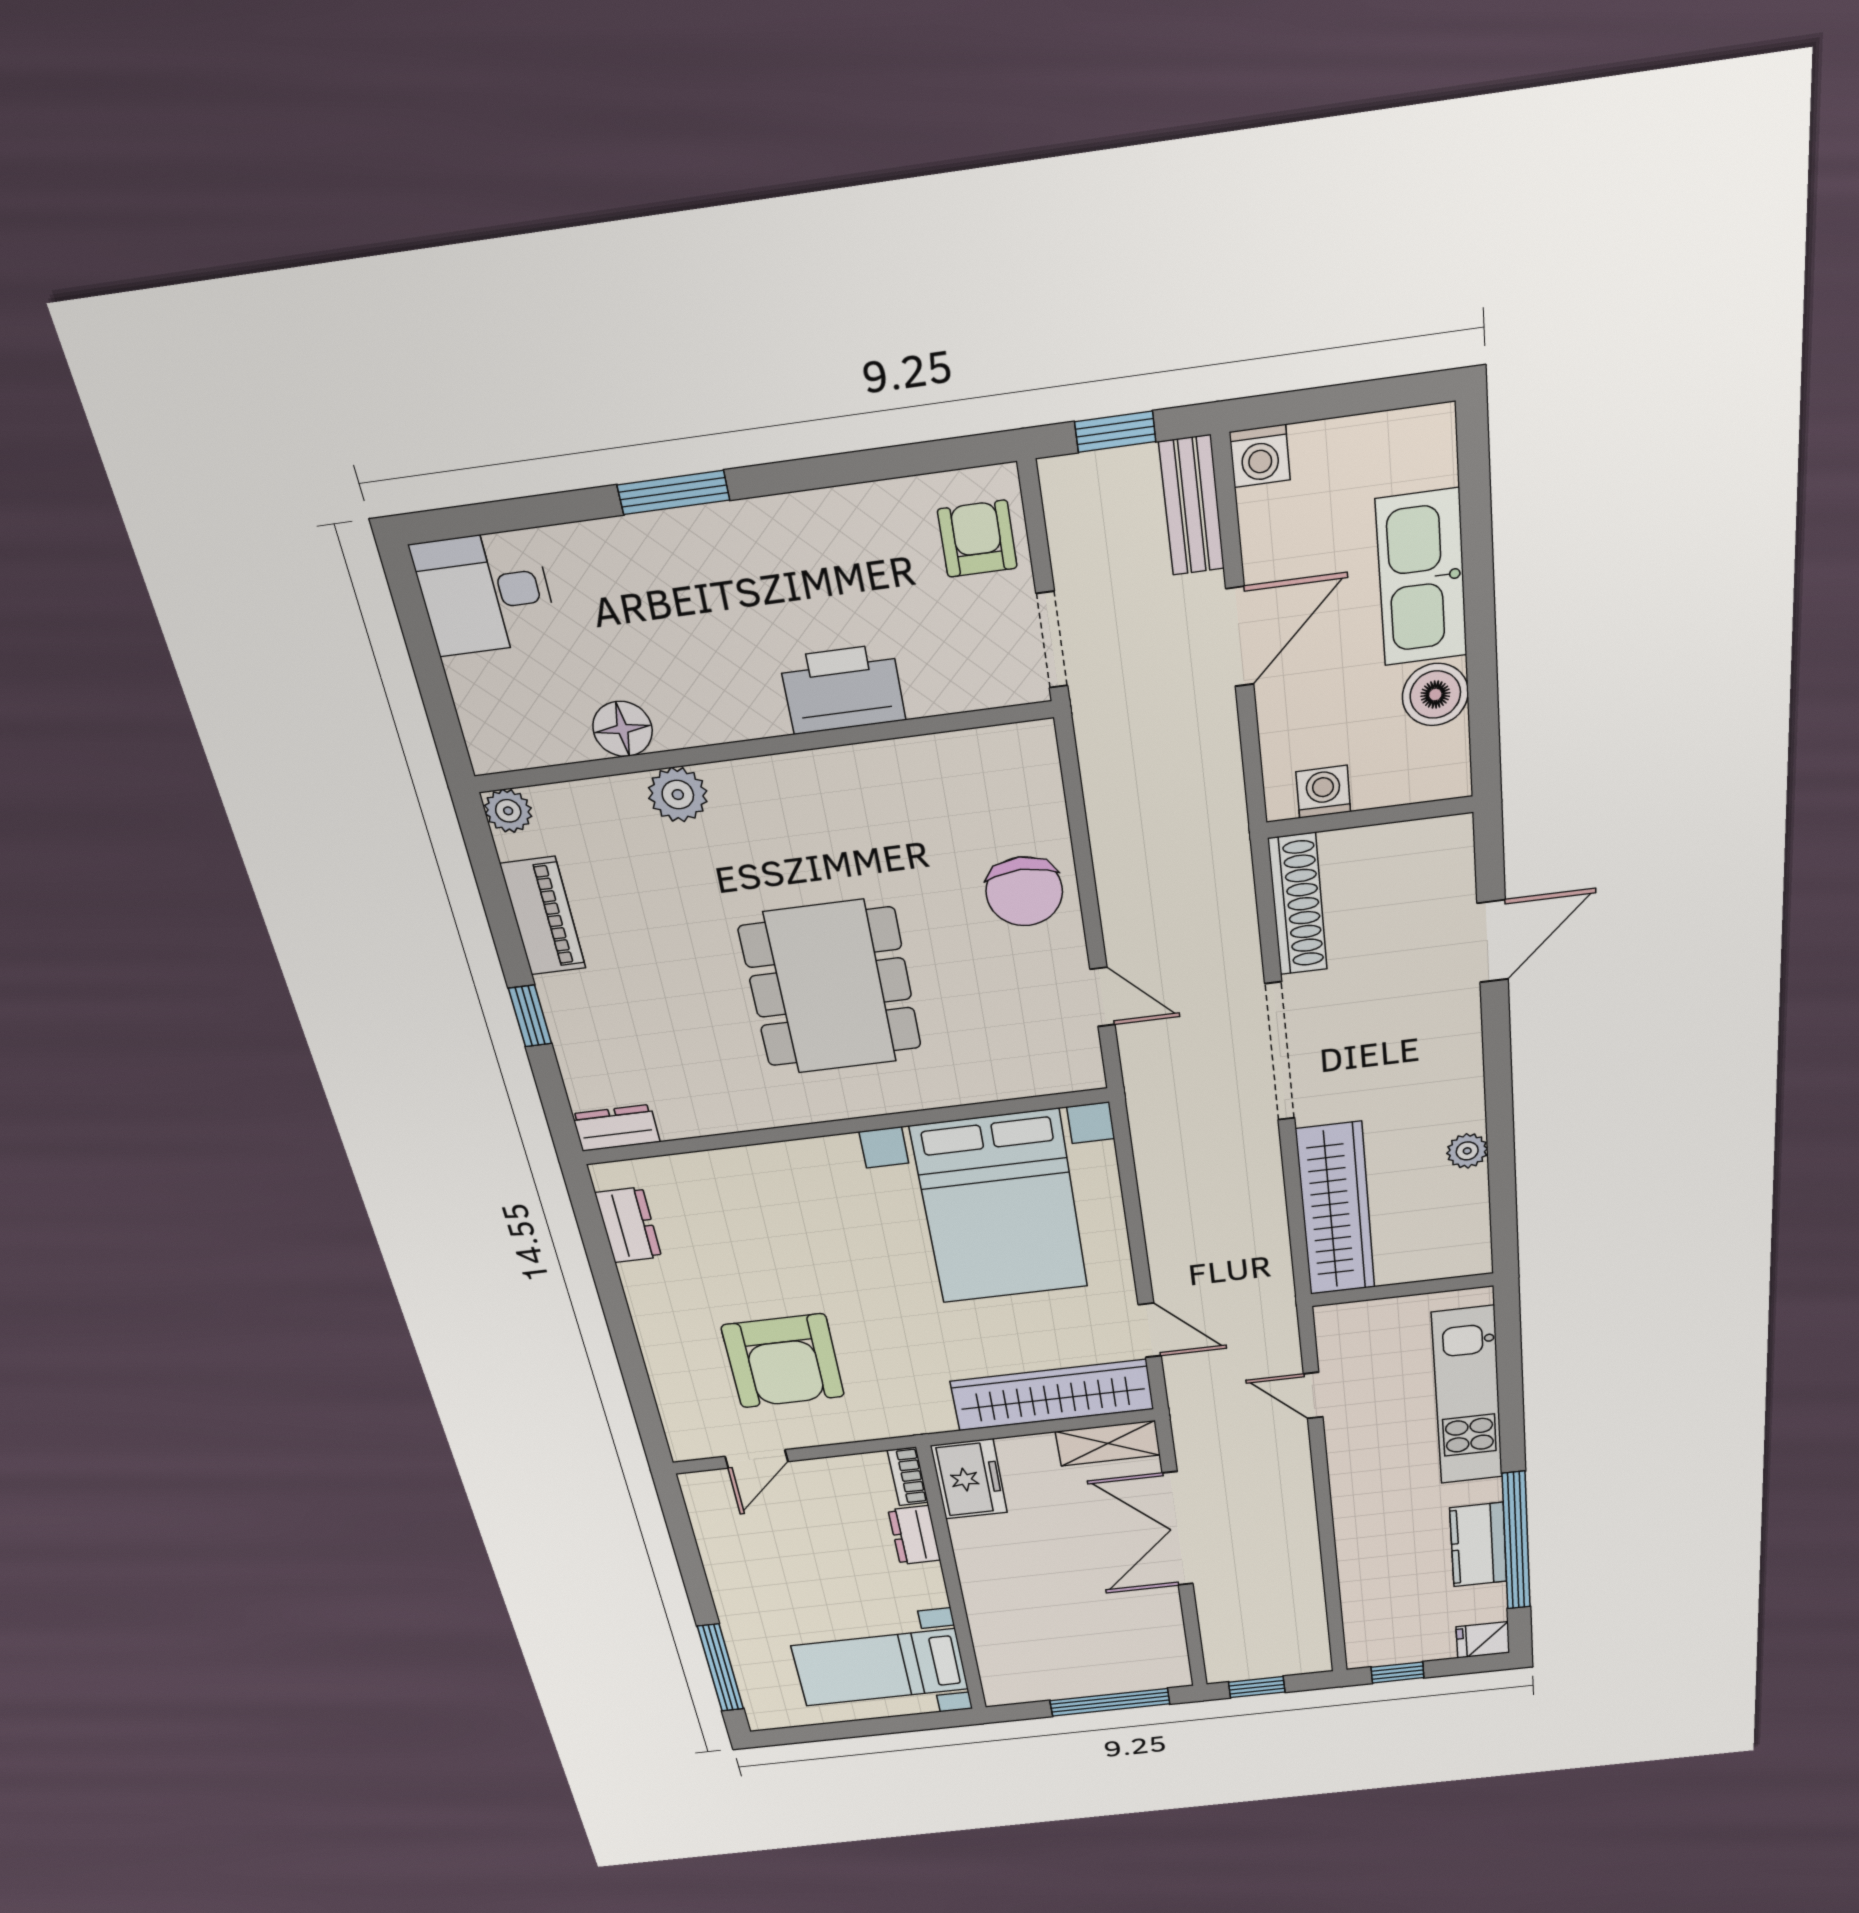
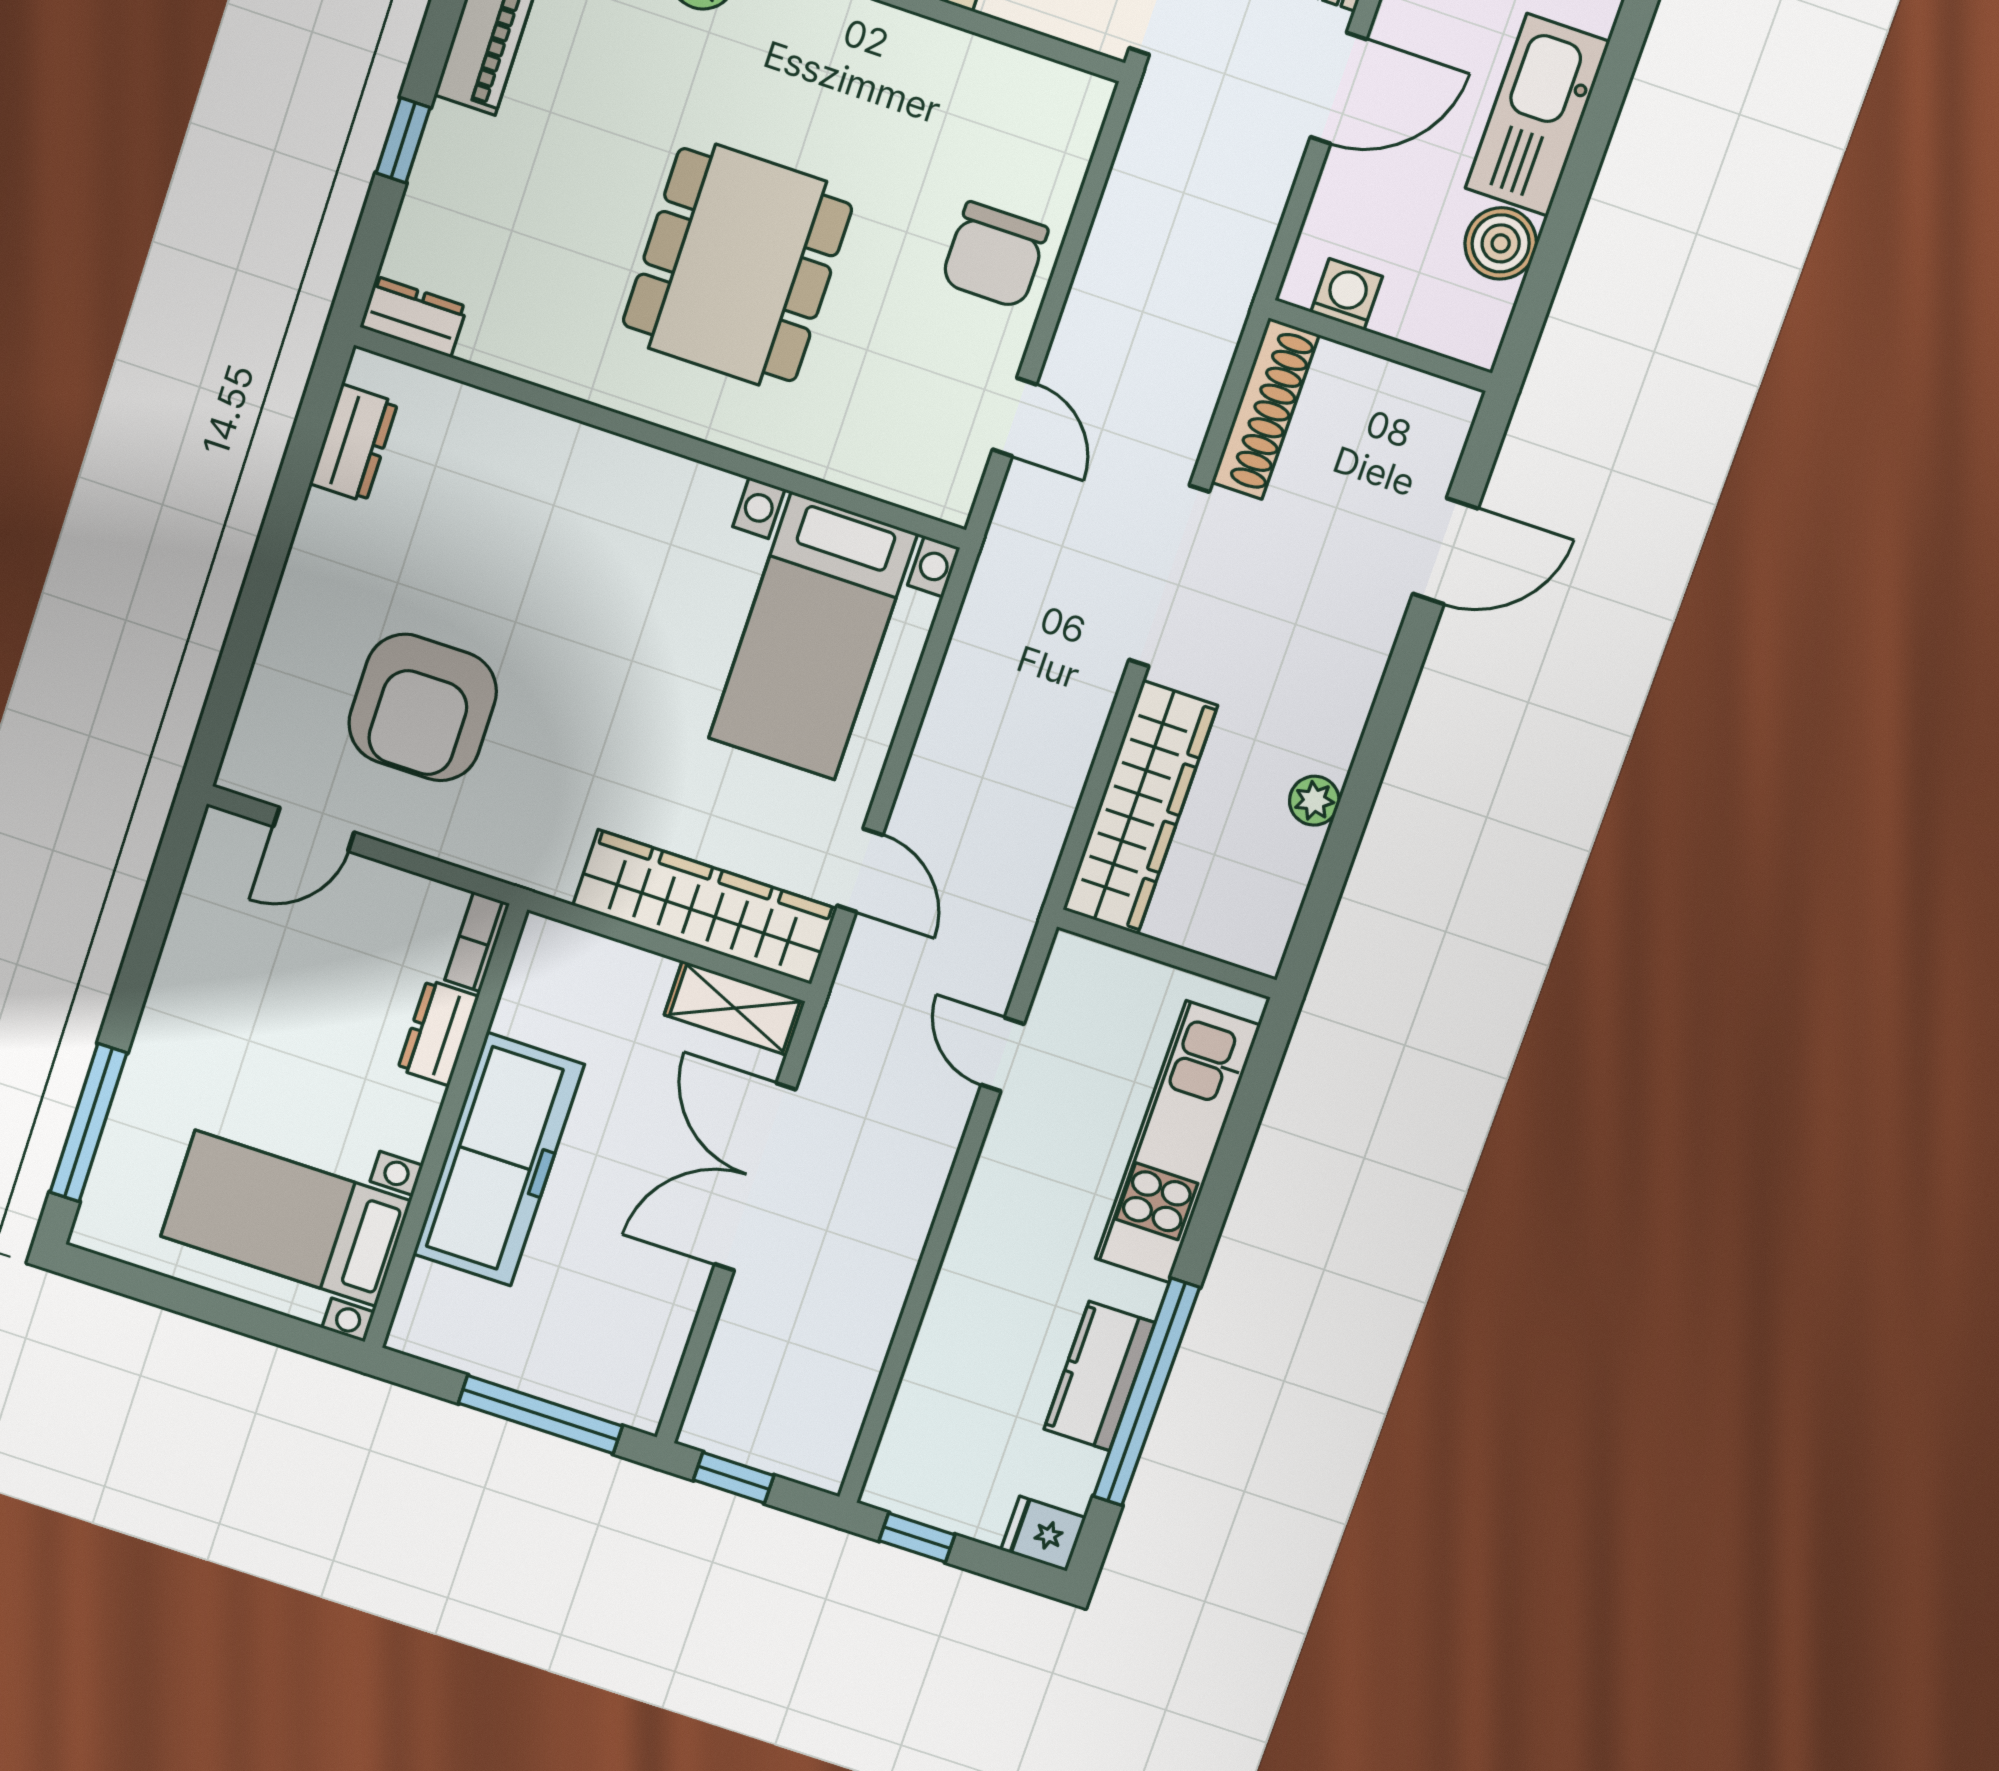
bed with nightstands: (1000, 1207) -> (813, 636), width x0.73
freezer: (969, 1479) -> (499, 1159), moved, width x1.91, depth x1.26

